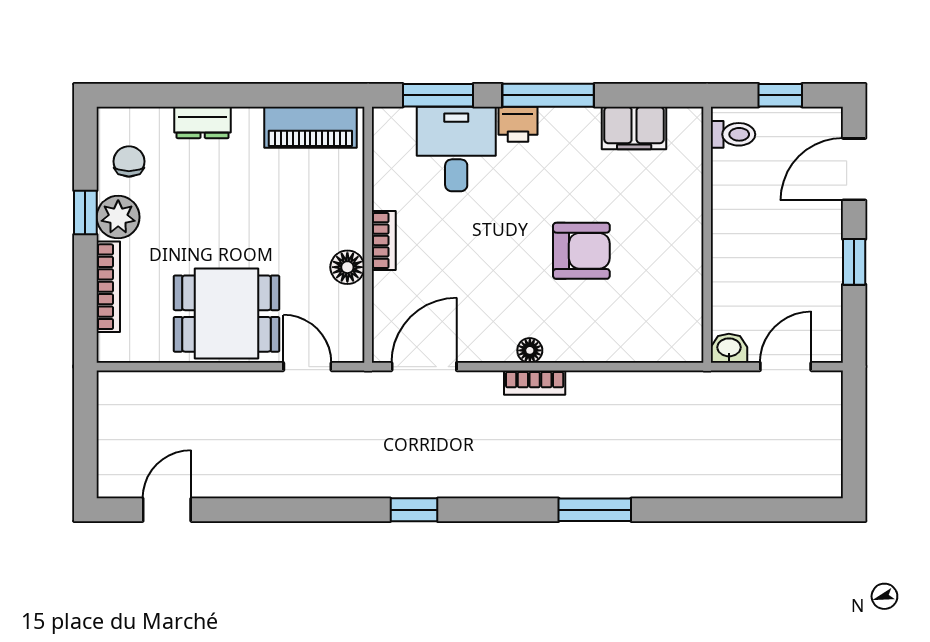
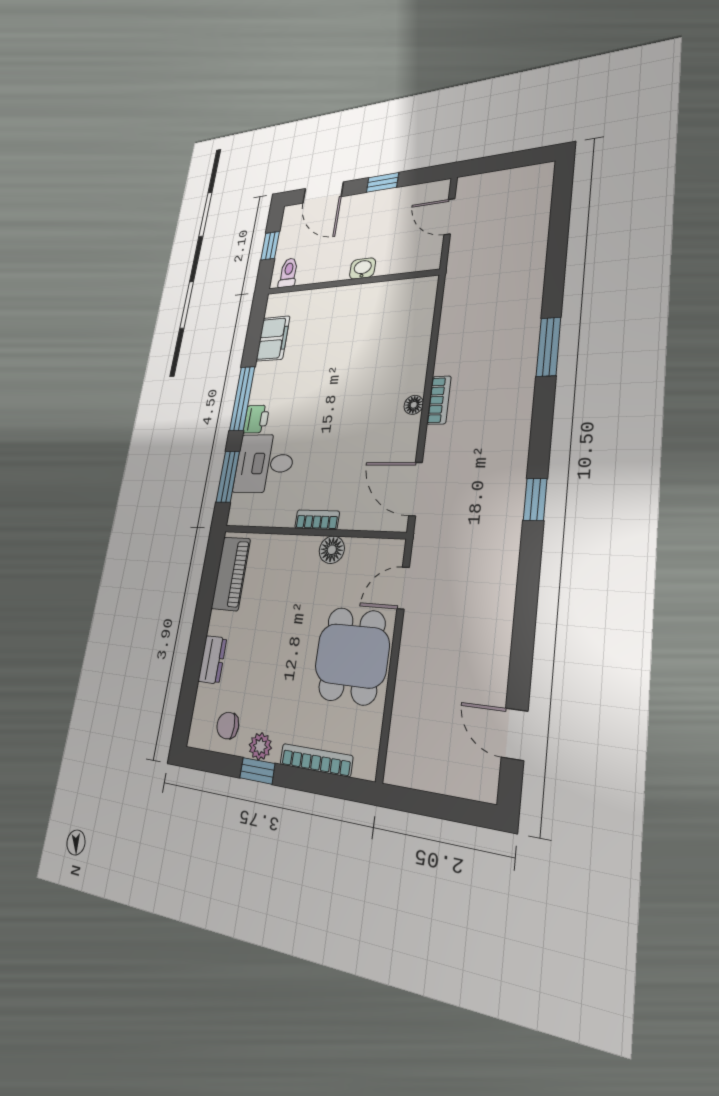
plant: (118, 217) -> (260, 746), width x0.73, depth x0.73
armchair: (581, 251) -> (347, 370), removed
washbasin: (729, 348) -> (363, 269), moved, turned 90

